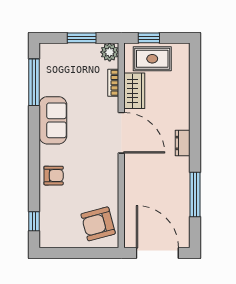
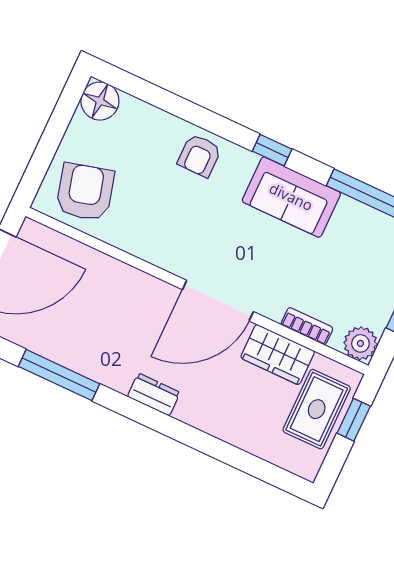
window: (34, 221) -> (272, 150), moved
floor lamp: (50, 238) -> (100, 101), added

